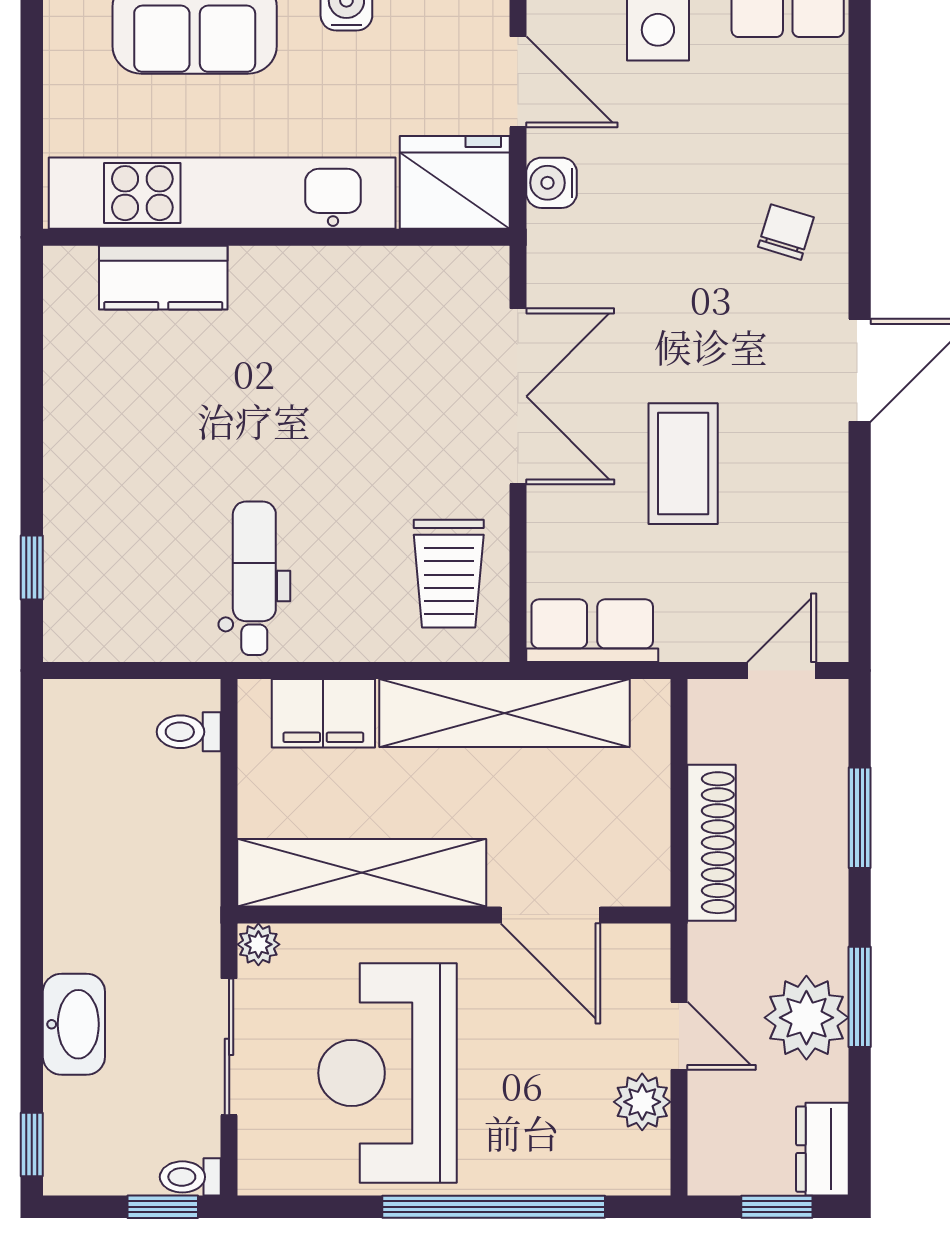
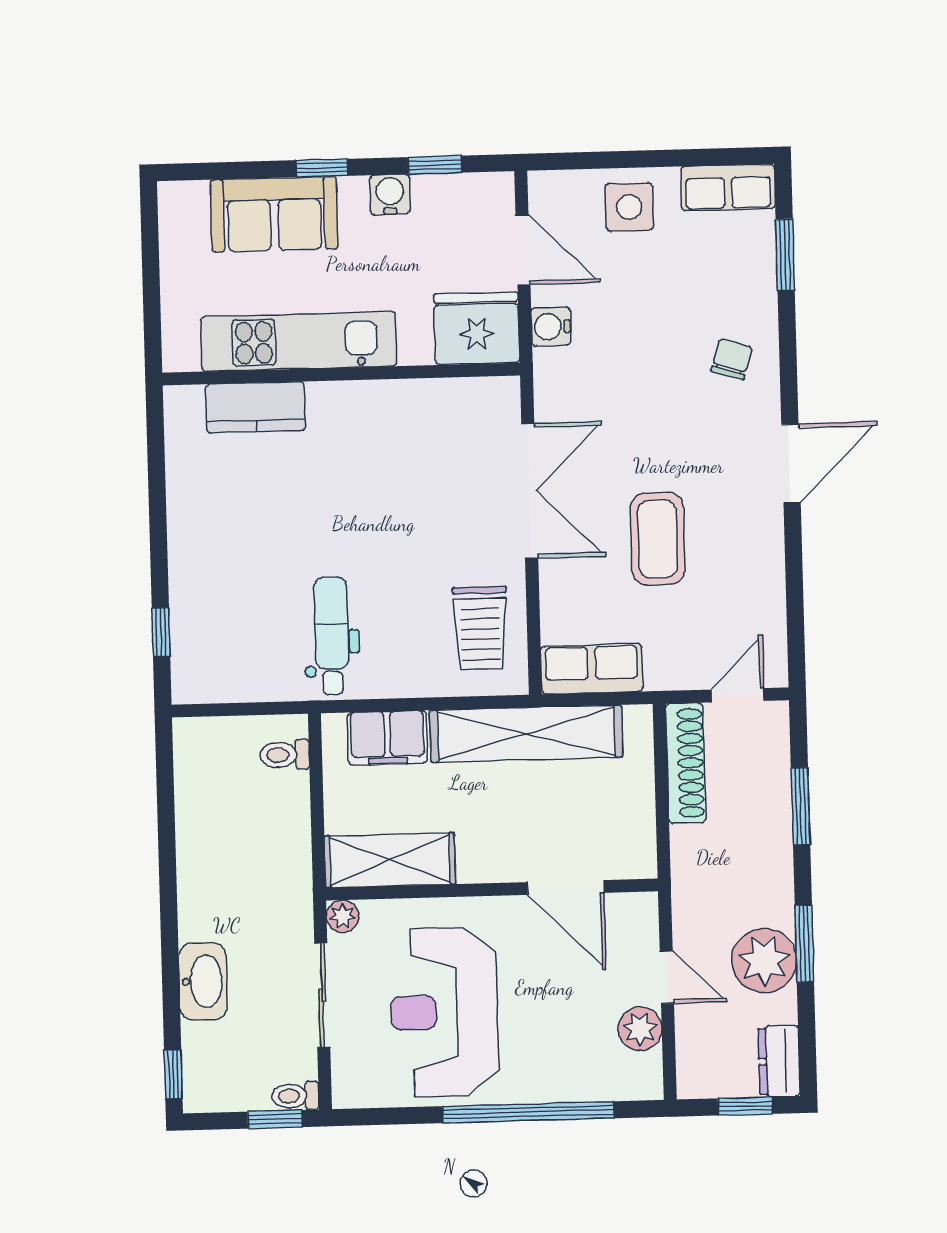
window: (860, 98) -> (785, 255), added
kitchen unit: (222, 193) -> (299, 341), width x0.73
shoe rack: (712, 843) -> (686, 763), moved
shelving: (362, 873) -> (390, 860), width x0.68

